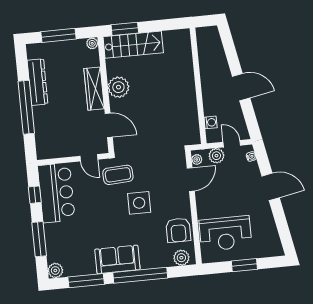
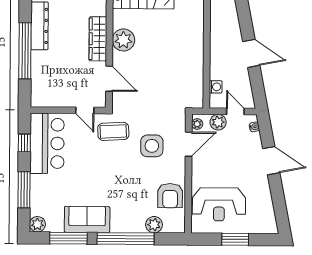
side table: (139, 203) -> (152, 146), moved
plant: (181, 258) -> (154, 225), moved
sofa: (117, 259) -> (87, 219), moved

